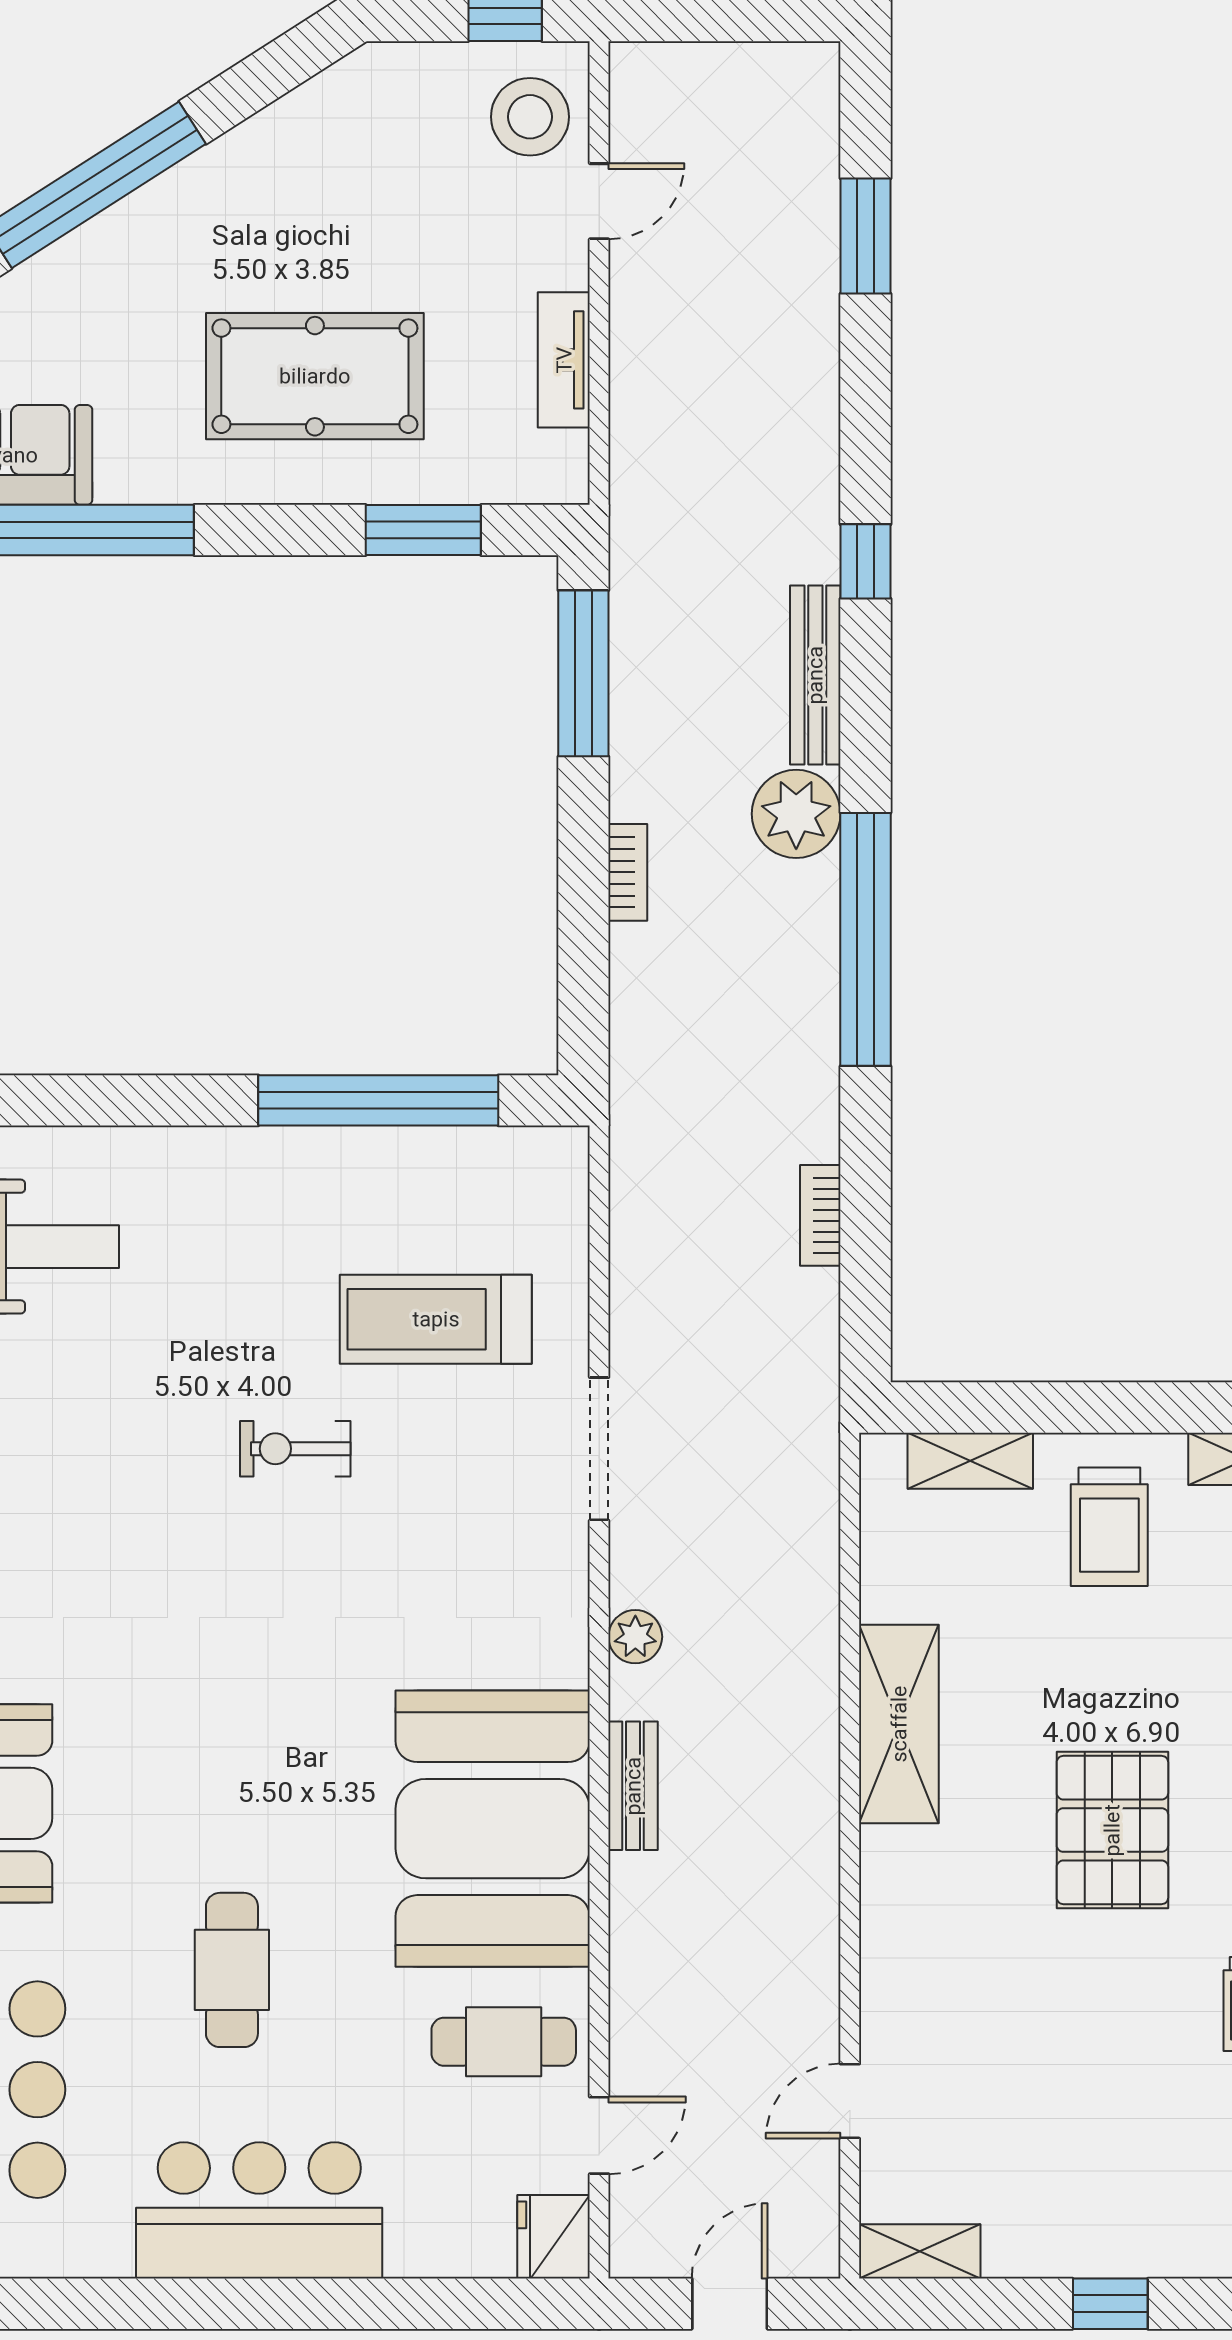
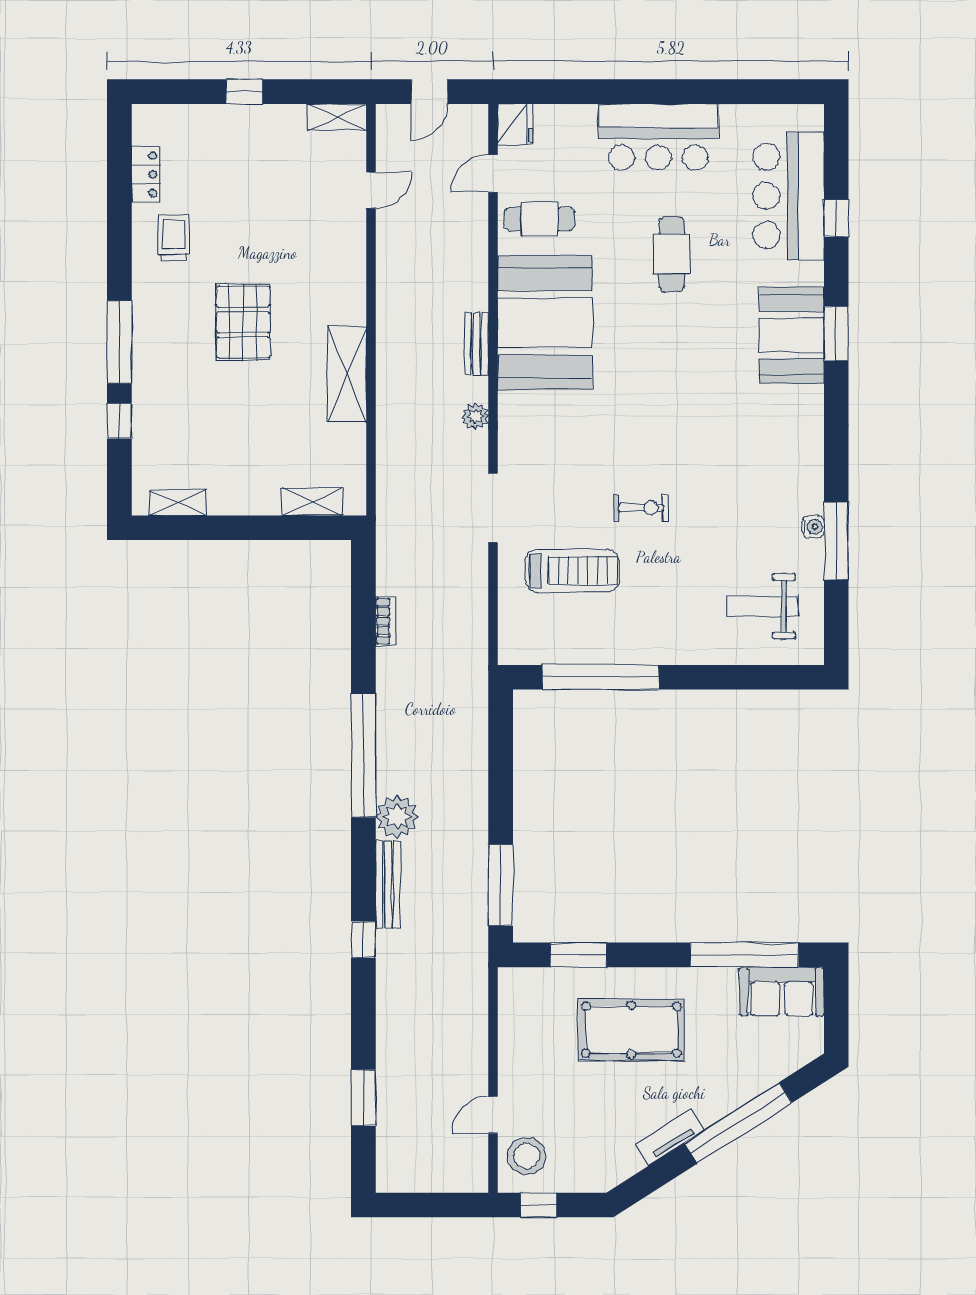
tv unit: (564, 360) -> (670, 1137), moved, turned -123
bookcase: (628, 872) -> (479, 788), removed
trolley: (1109, 1527) -> (245, 470), removed

